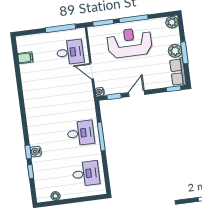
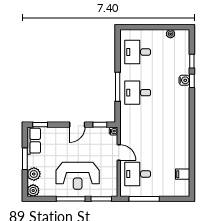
plant: (175, 51) -> (34, 174), moved

